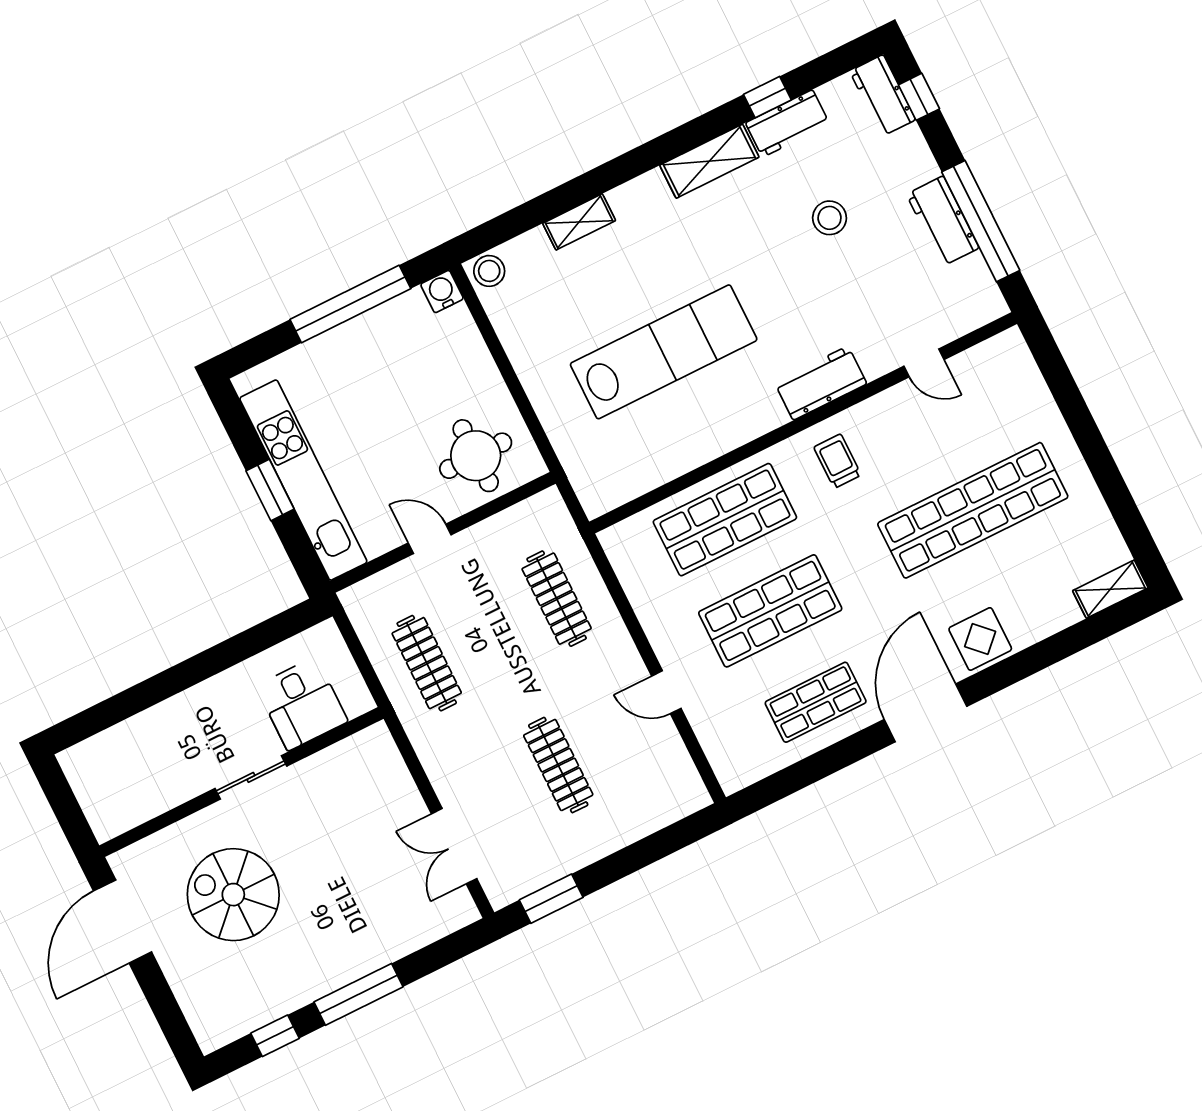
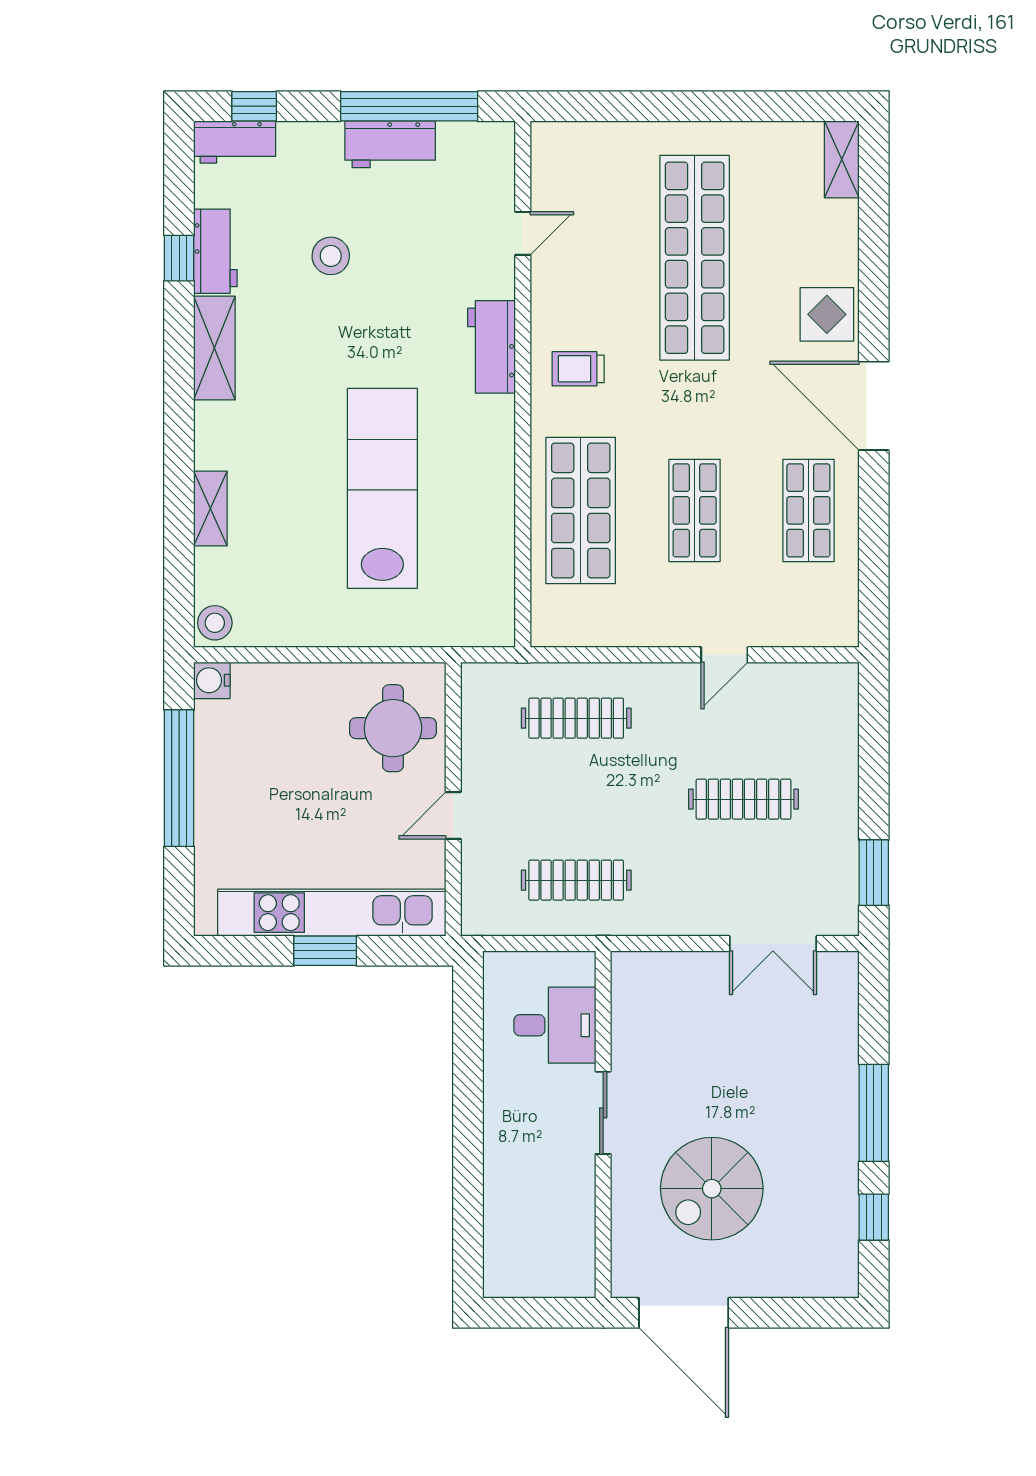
shop shelf: (770, 611) -> (695, 510), width x0.70, depth x0.74

